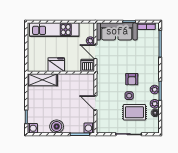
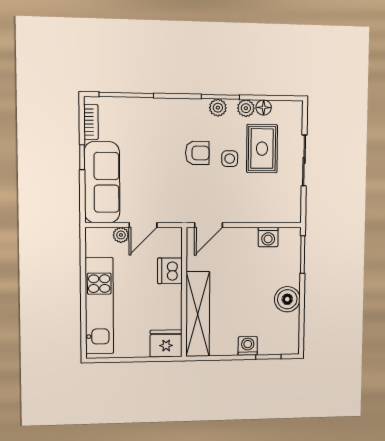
fridge: (56, 65) -> (166, 343), moved, turned 90
dishwasher: (88, 65) -> (170, 271), moved
shelving: (42, 80) -> (198, 314), width x1.47
door: (95, 103) -> (209, 225), moved
washing machine: (32, 128) -> (248, 346), moved
washing machine: (89, 128) -> (268, 237), moved

